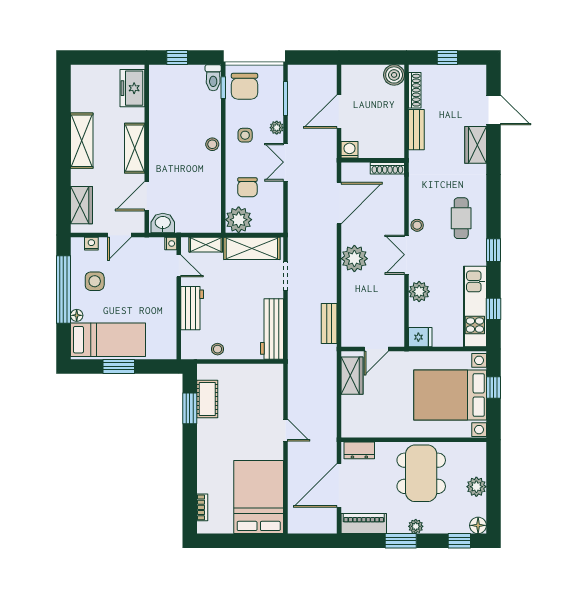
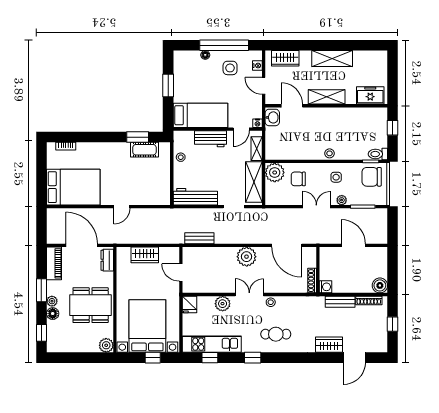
washing machine: (350, 150) -> (326, 287), moved
bed: (108, 340) -> (201, 115), moved, turned -90
wardrobe: (352, 376) -> (145, 255), moved
plant: (476, 487) -> (106, 345), moved
floor lamp: (478, 525) -> (53, 314), moved

